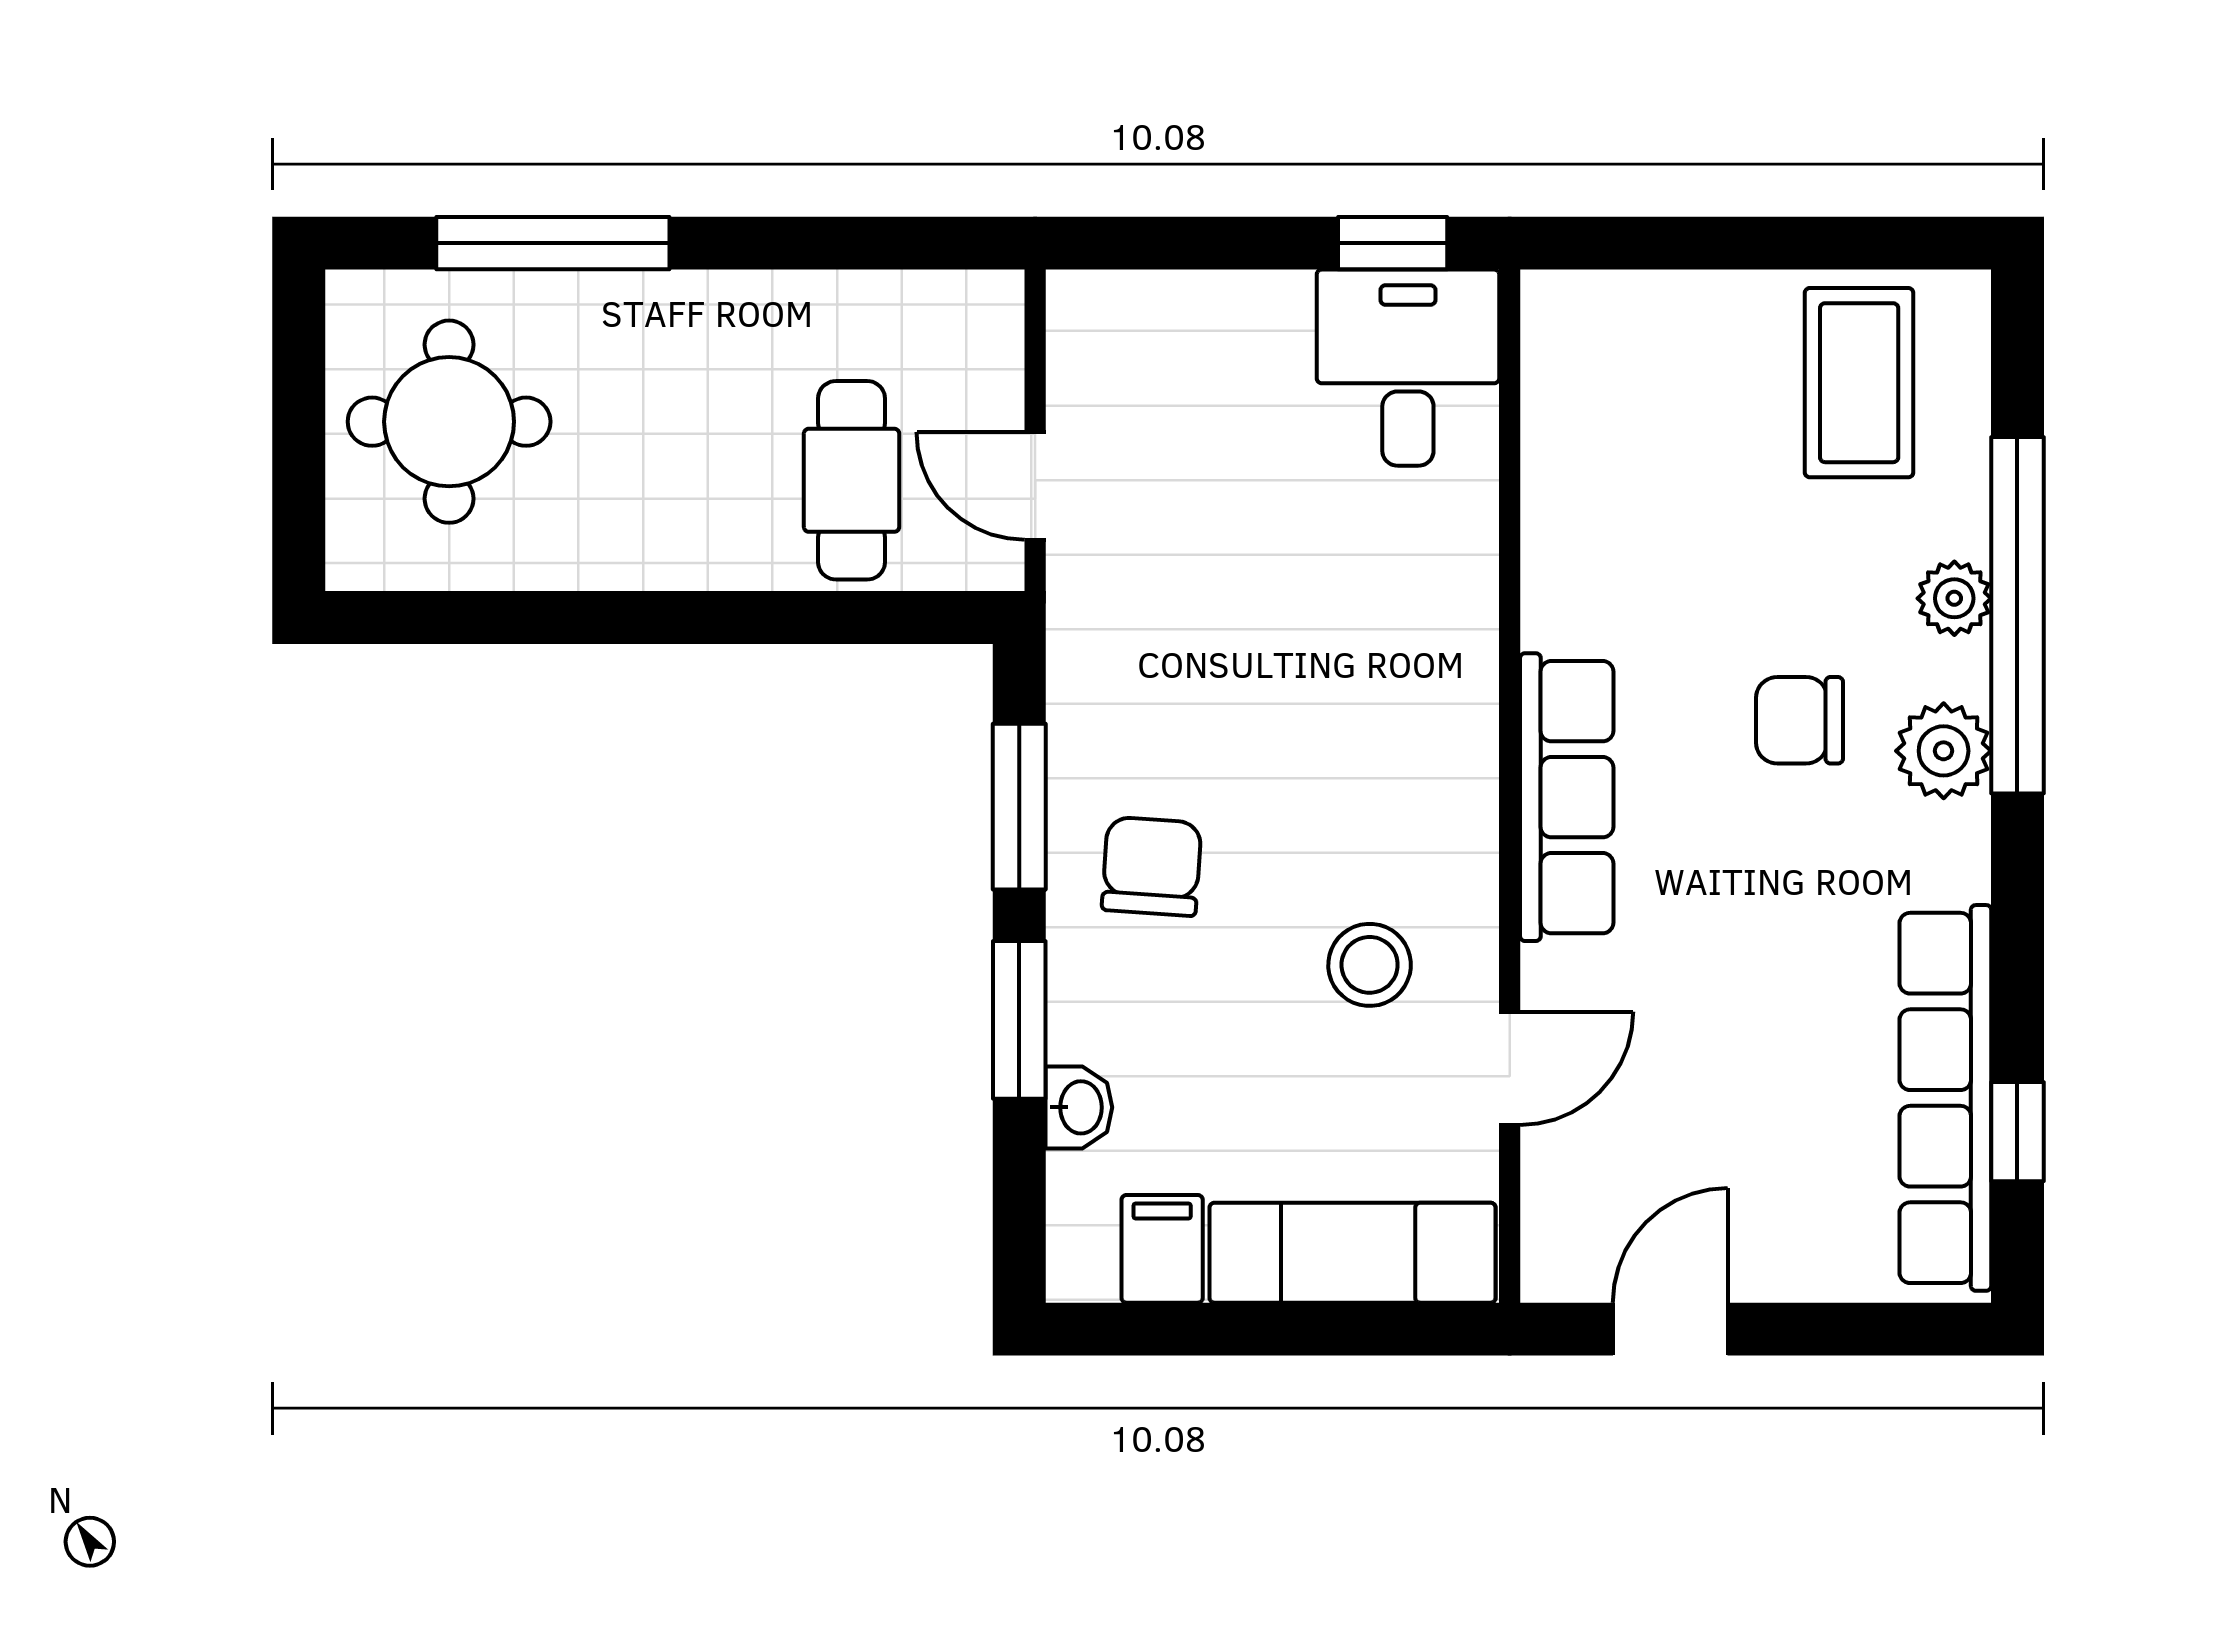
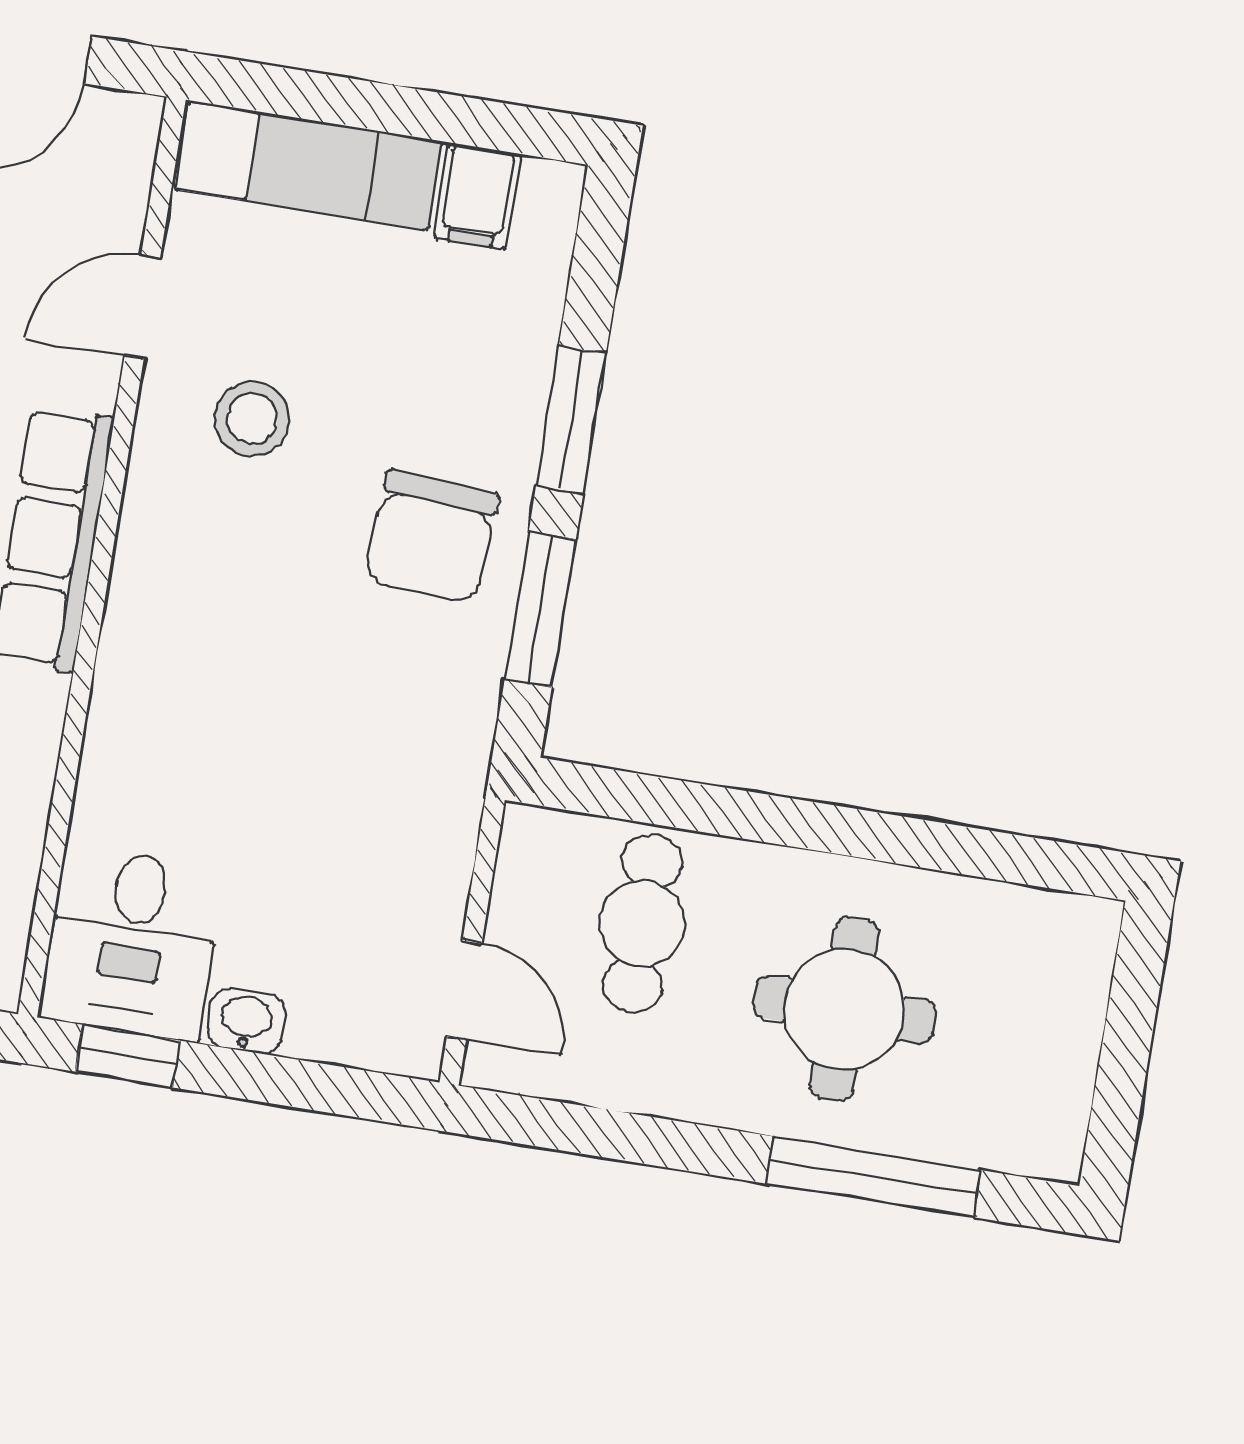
round table: (449, 422) -> (844, 1009), moved
door: (1035, 486) -> (464, 990), moved
chair: (1152, 866) -> (431, 537), width x1.37, depth x1.37
washbasin: (1079, 1107) -> (246, 1021), moved, turned 90

